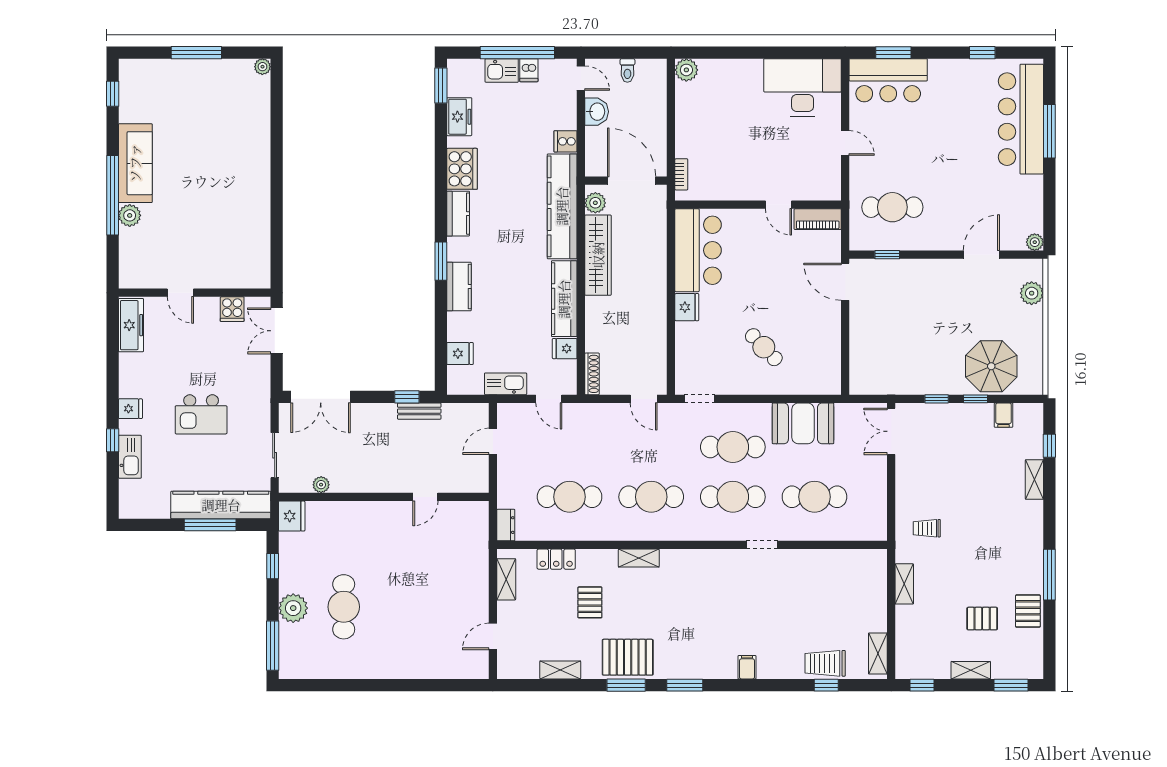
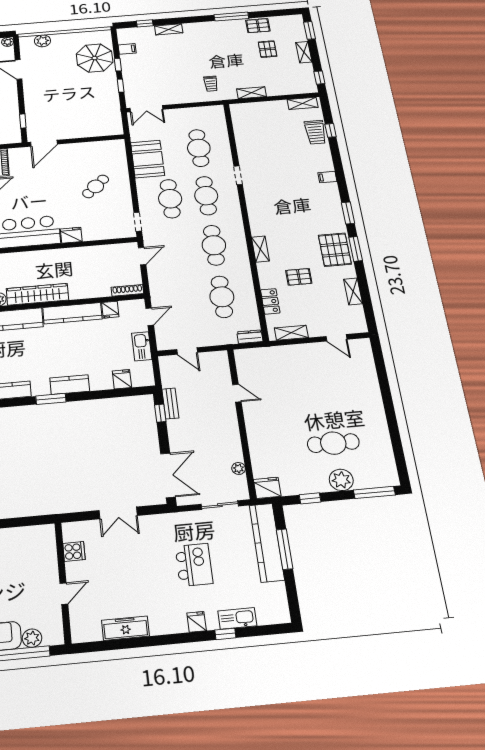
door: (180, 293) -> (64, 594), moved
wall: (195, 293) -> (63, 582), moved
cooker: (232, 309) -> (74, 551), moved

